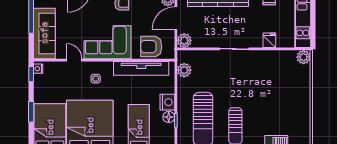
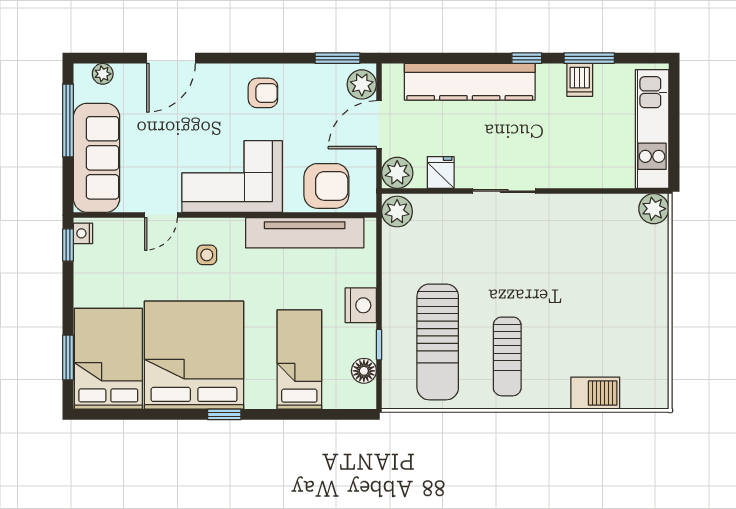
fridge: (269, 40) -> (441, 172), moved
armchair: (151, 47) -> (326, 186), turned 180
door: (74, 60) -> (161, 215), swing flipped
plant: (184, 70) -> (397, 212), moved
window: (31, 112) -> (68, 358), moved
floor lamp: (169, 117) -> (364, 371), moved

